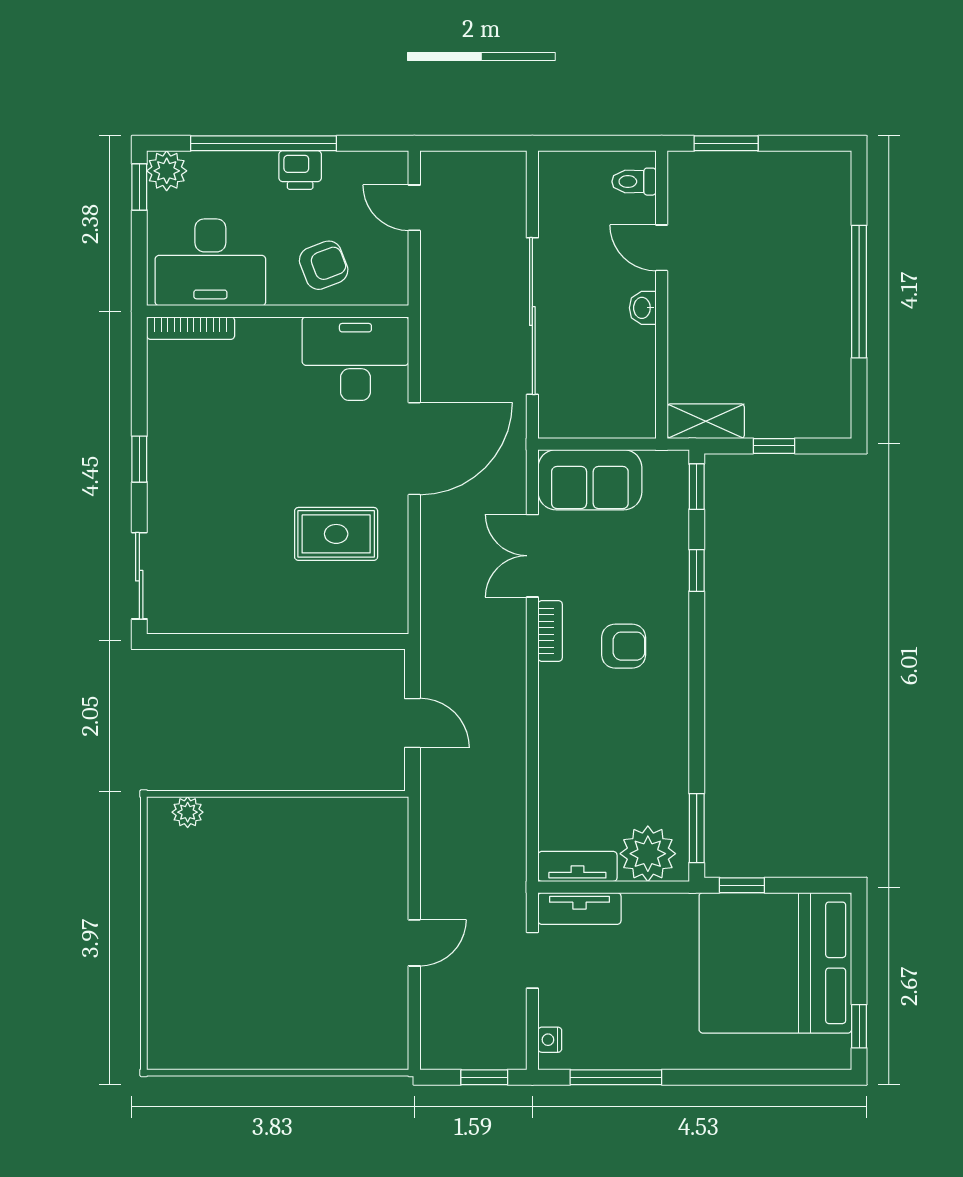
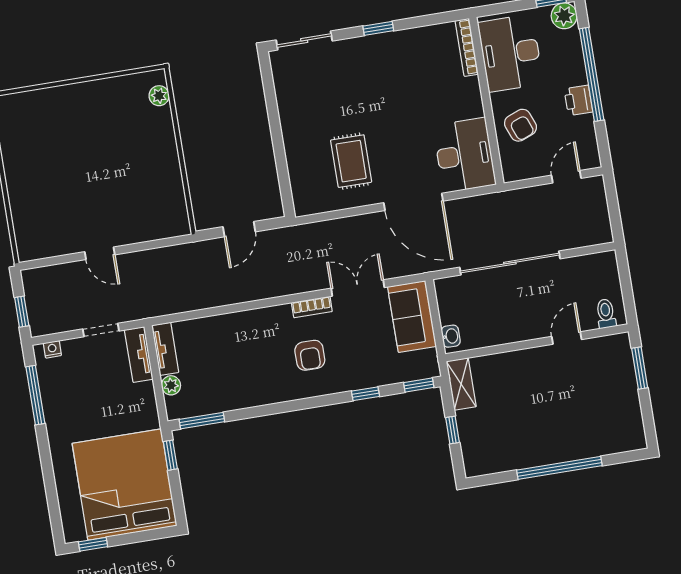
washbasin: (643, 308) -> (451, 336), moved, turned 90
plant: (648, 854) -> (171, 385), width x0.53, depth x0.53

